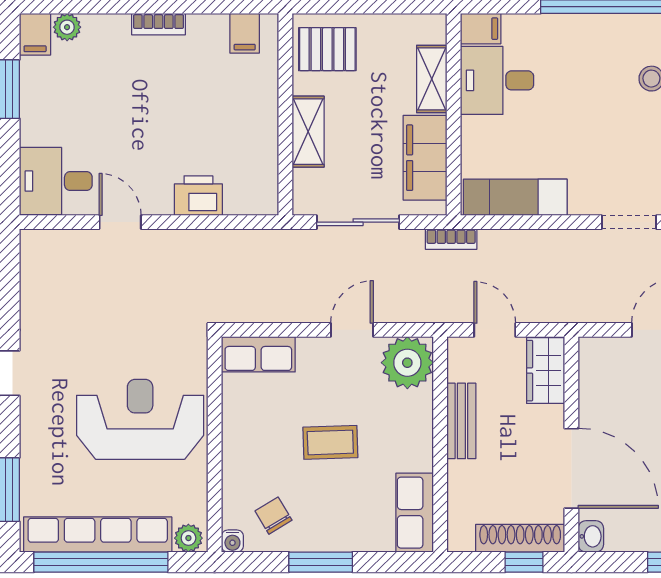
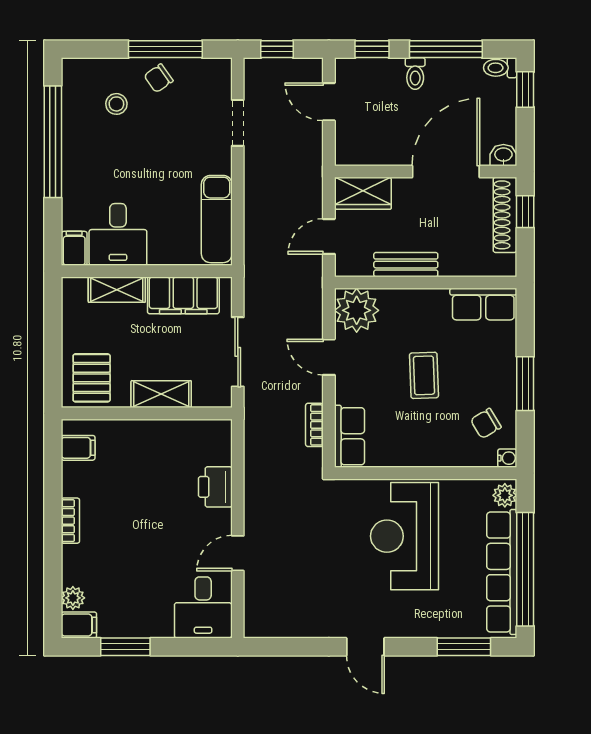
bookcase: (451, 239) -> (314, 425), moved, turned 180

